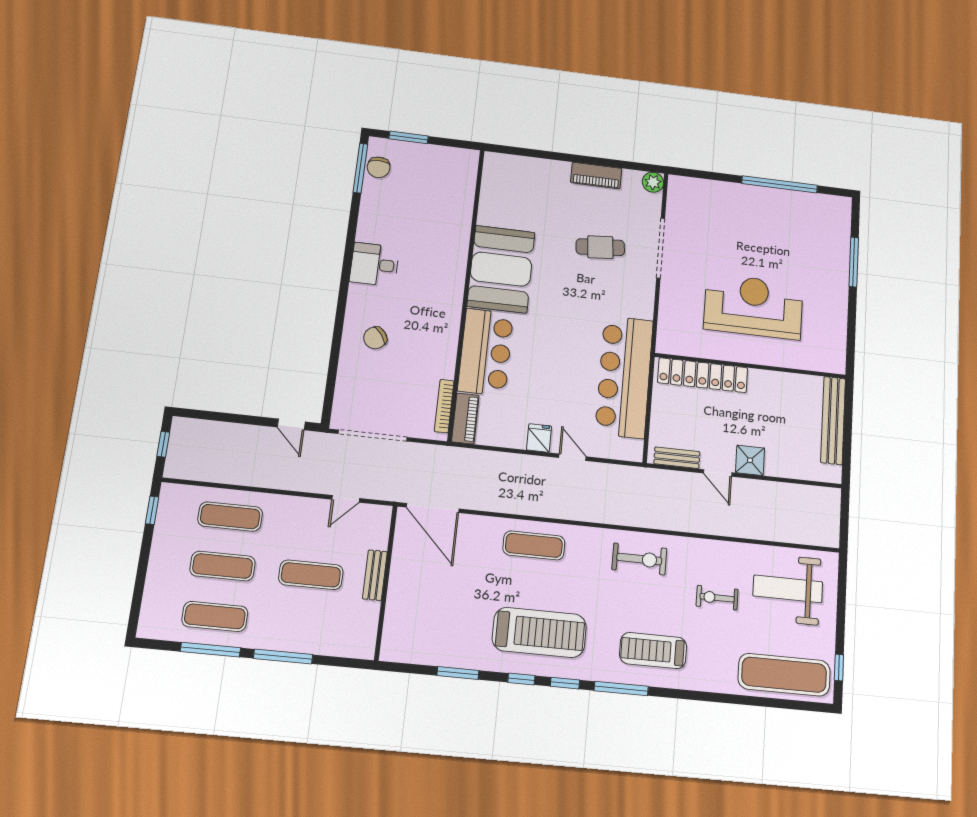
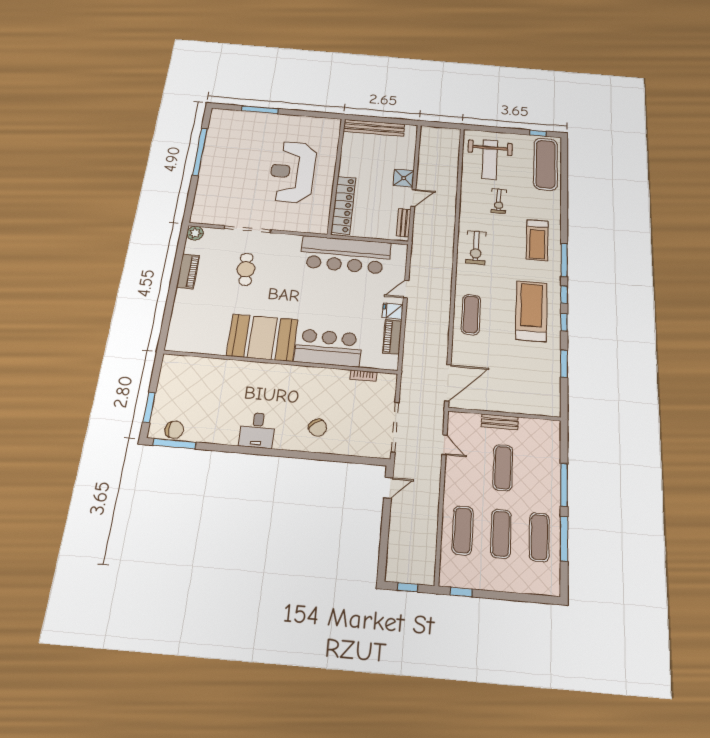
bookcase: (444, 406) -> (363, 376), width x0.64
piano: (465, 418) -> (392, 337), moved, turned -90
exercise bike: (639, 559) -> (476, 247), turned 180

